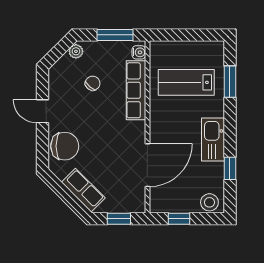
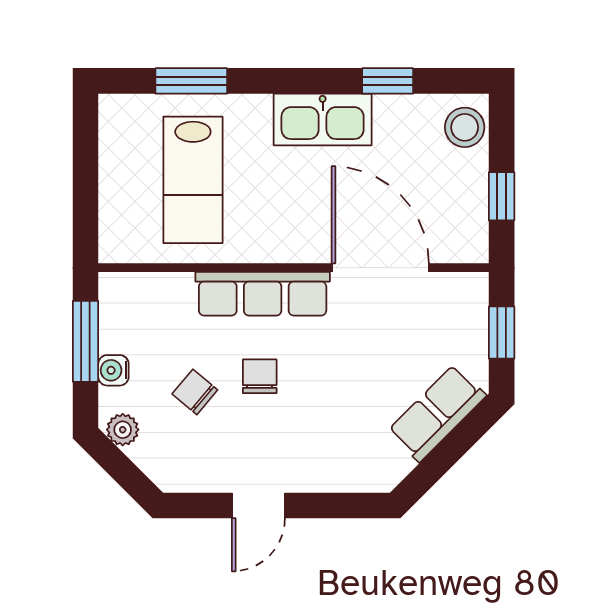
water cooler: (139, 52) -> (113, 370), moved, turned -90
row of seats: (136, 90) -> (263, 294), moved
chair: (65, 146) -> (260, 376), moved, width x0.54, depth x0.54

